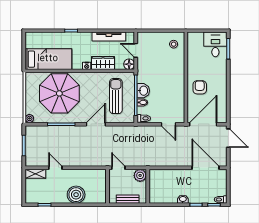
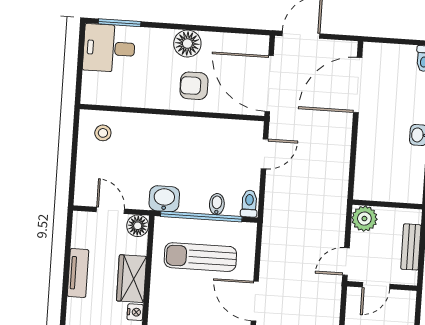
tv unit: (109, 36) -> (78, 273), width x0.71
door: (136, 50) -> (110, 210), swing flipped
floor lamp: (220, 83) -> (187, 44), added
washbasin: (143, 91) -> (164, 199), moved
door: (108, 183) -> (376, 286), added

